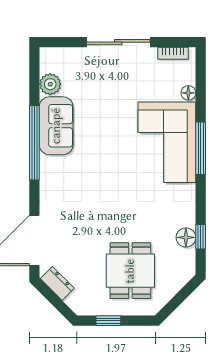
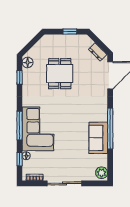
plant: (50, 84) -> (102, 173), moved
window: (201, 87) -> (20, 159), added
floor lamp: (186, 237) -> (28, 62), moved
dining table: (130, 271) -> (60, 74), moved

